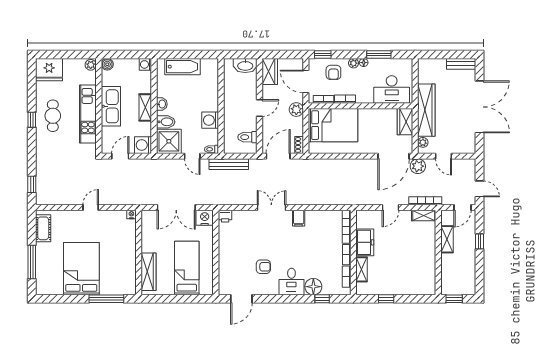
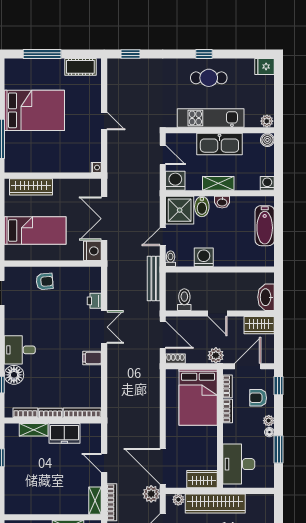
fridge: (49, 70) -> (265, 66), width x0.53, depth x0.75
printer: (225, 216) -> (94, 301), moved
armchair: (263, 267) -> (45, 281), moved, turned -95

